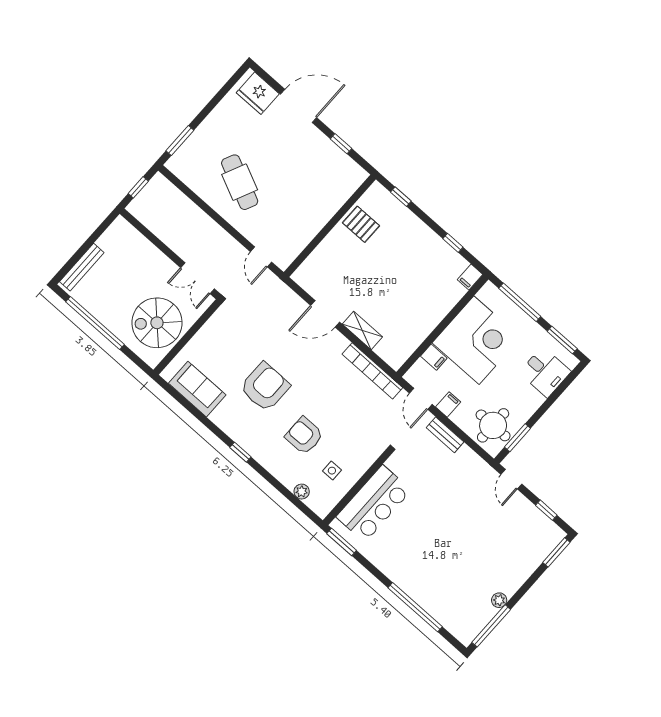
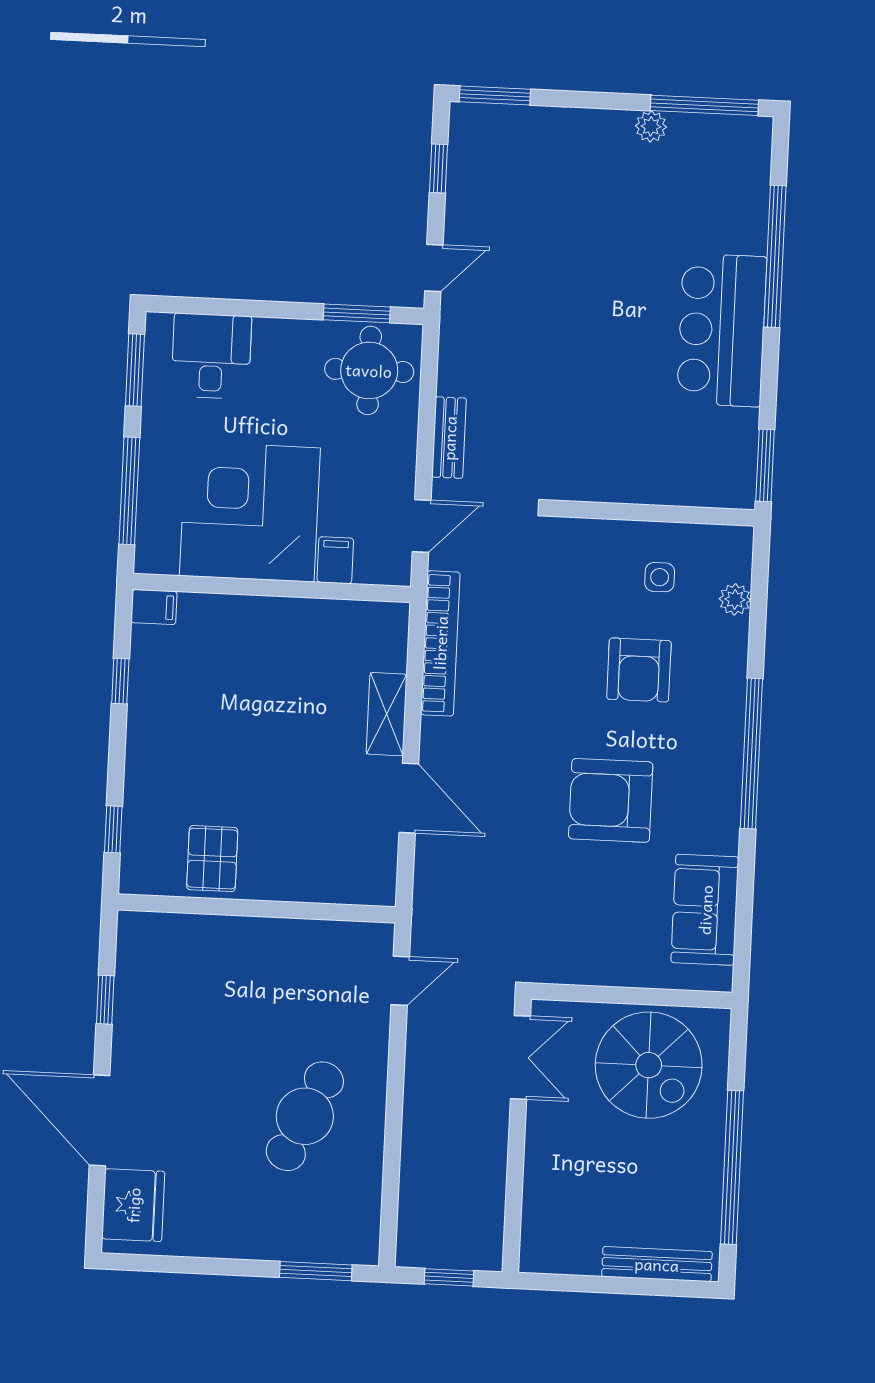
filing cabinet: (448, 404) -> (394, 473), removed
window: (240, 452) -> (751, 754), width x3.17
bar counter: (374, 504) -> (722, 330), moved, turned -90

